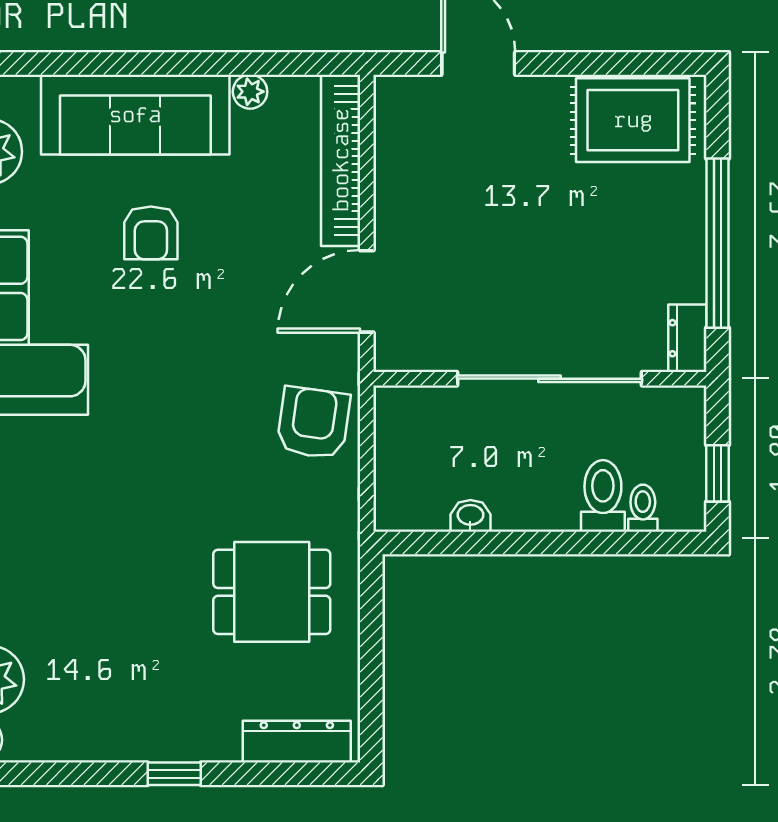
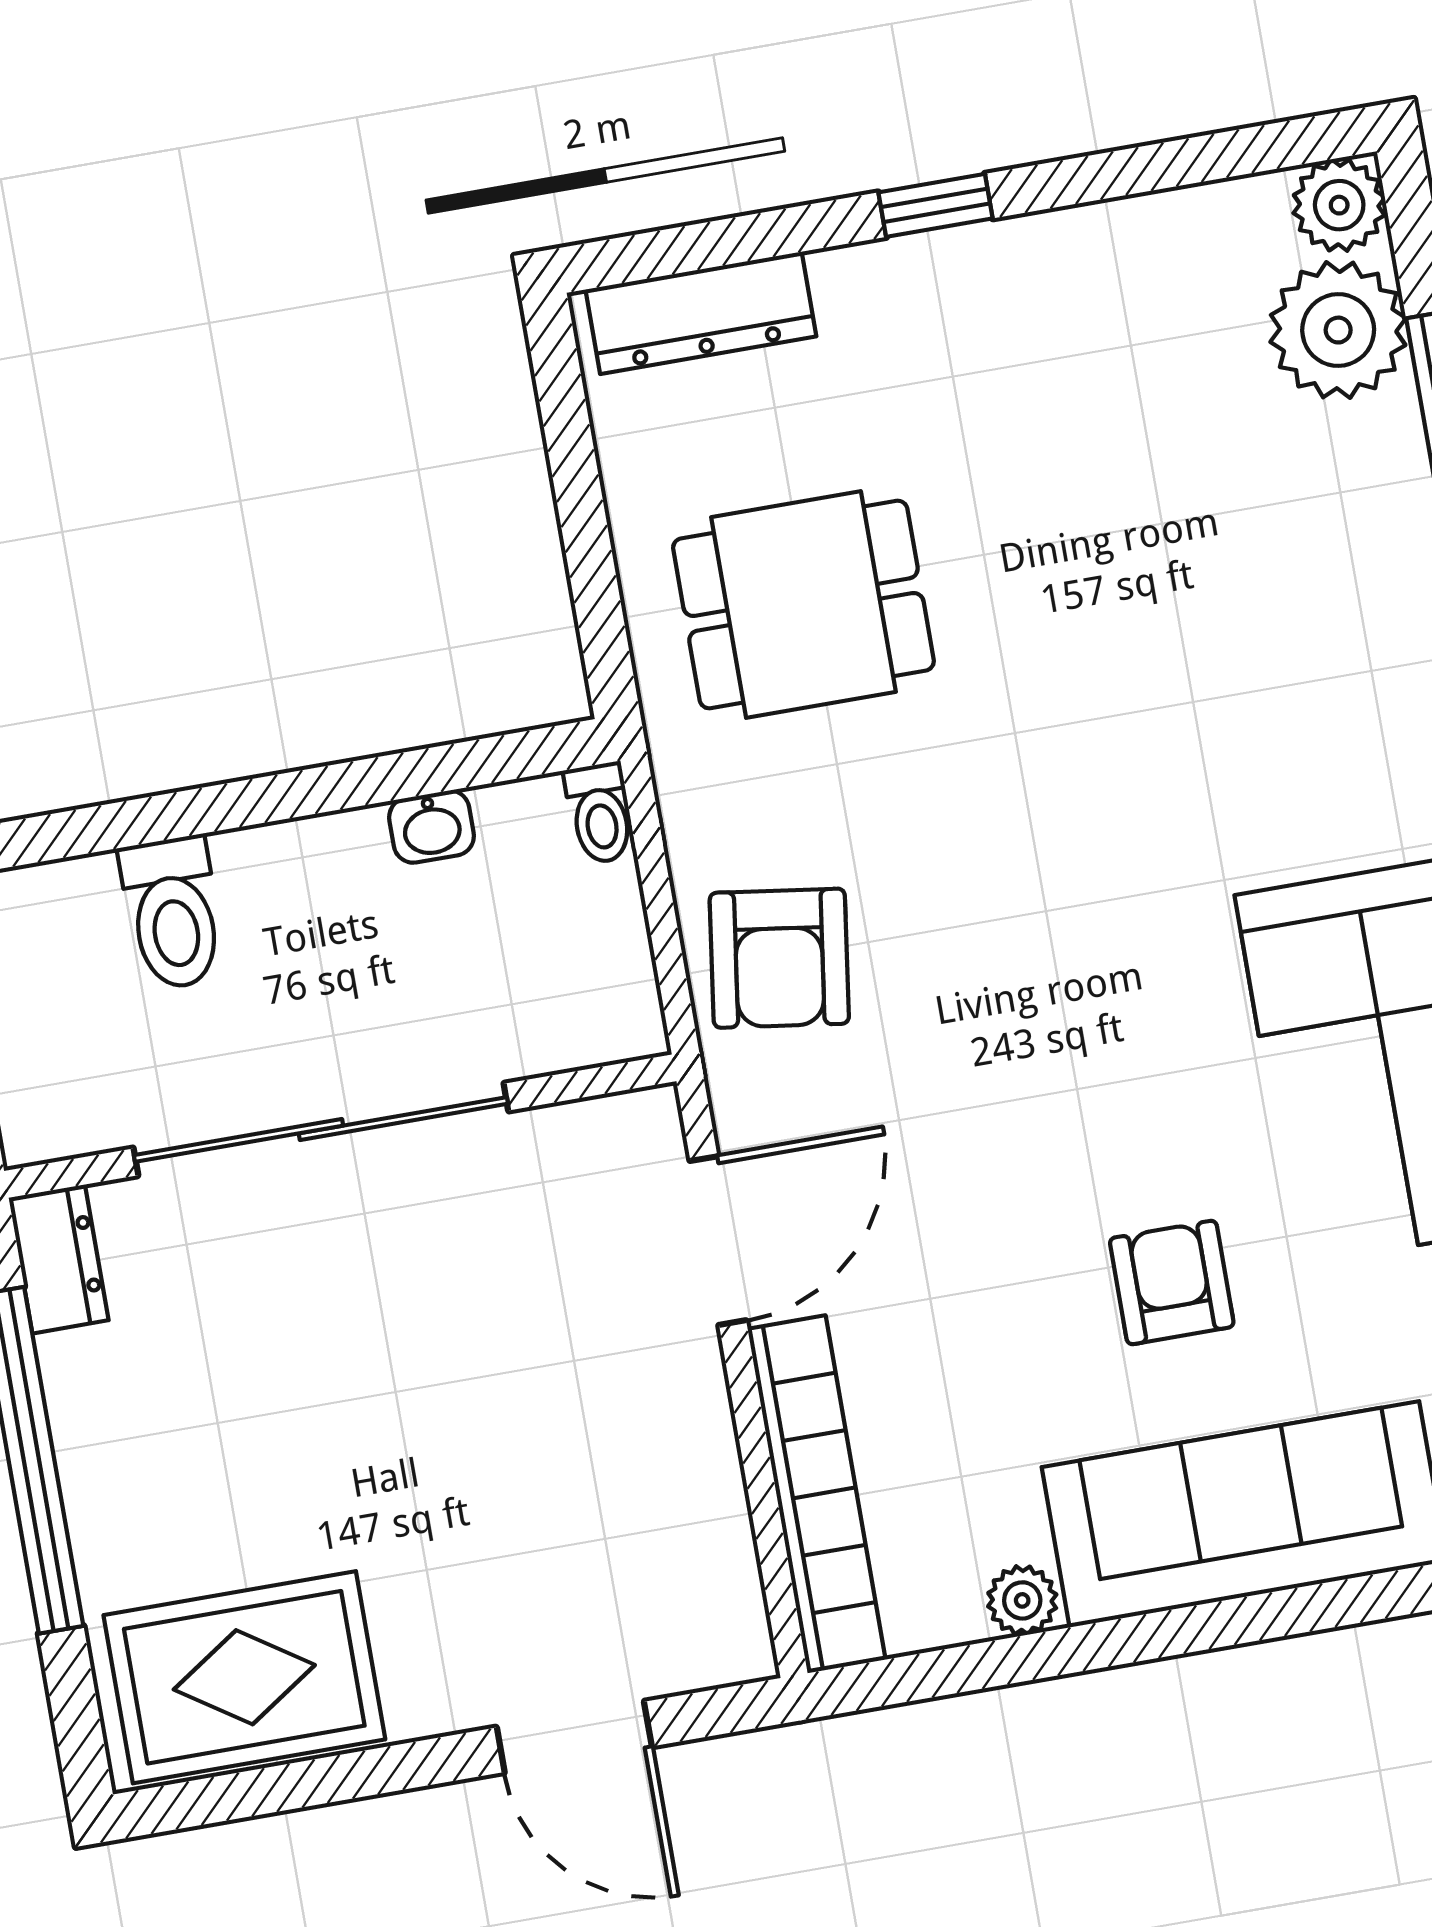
toilet: (643, 508) -> (600, 813), moved

